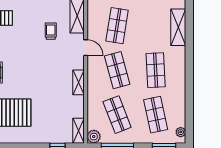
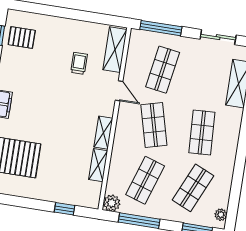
shop shelf: (117, 115) -> (145, 180), turned 39
shop shelf: (156, 115) -> (193, 188), turned 36
shelving: (78, 131) -> (98, 165), moved

